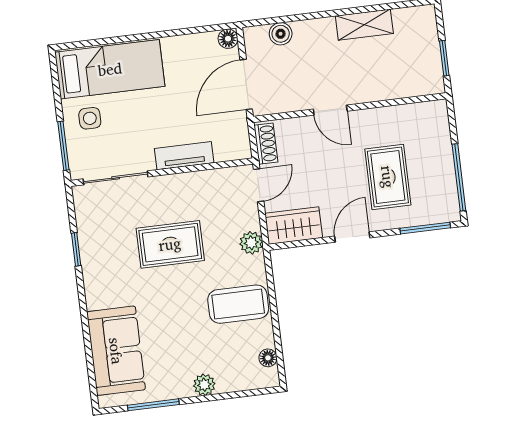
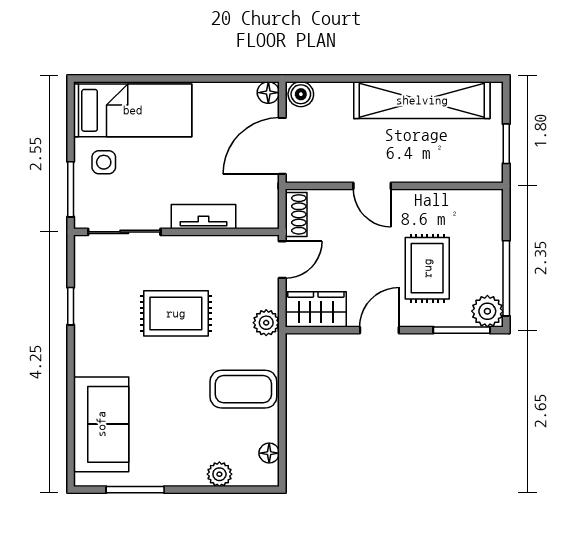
shelving: (364, 25) -> (422, 100), width x2.20, depth x1.33
boiler: (281, 34) -> (301, 94), moved
plant: (446, 209) -> (487, 311), added
plant: (204, 385) -> (219, 474), moved

